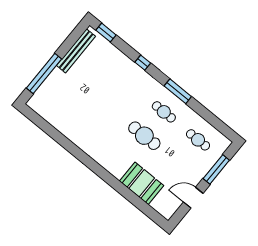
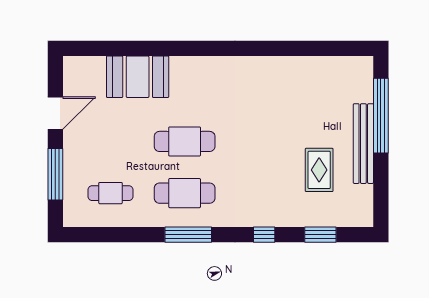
window: (106, 33) -> (320, 235), moved
bench: (76, 51) -> (363, 144), moved
rug: (93, 72) -> (319, 170), added
cafe table: (164, 112) -> (185, 193), width x1.37, depth x1.35

